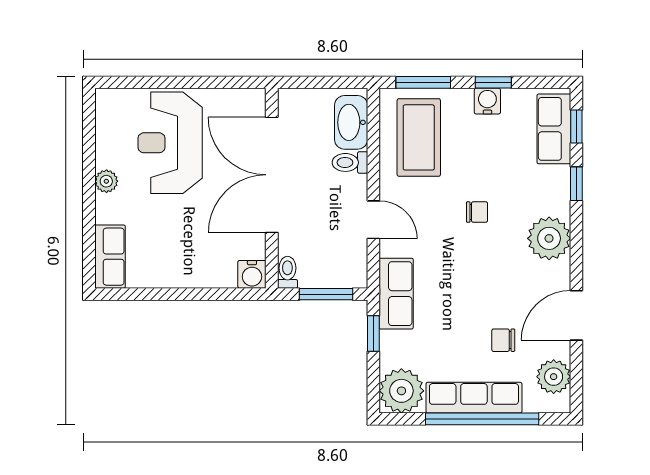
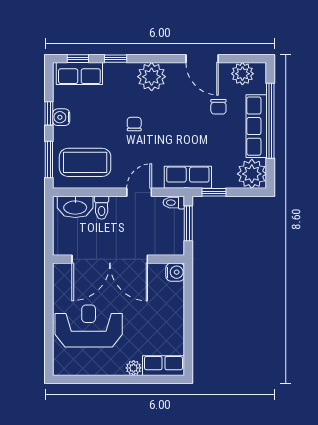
reception desk: (170, 143) -> (89, 326), turned 180
plant: (106, 181) -> (134, 368), moved
toilet: (287, 272) -> (174, 203), moved

